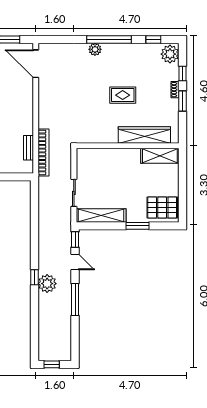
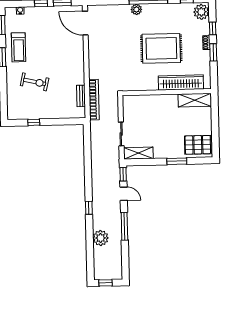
rug: (123, 95) -> (161, 48), width x1.86, depth x2.06
shelving: (101, 215) -> (138, 153), width x0.68
plant: (47, 284) -> (101, 238), moved

